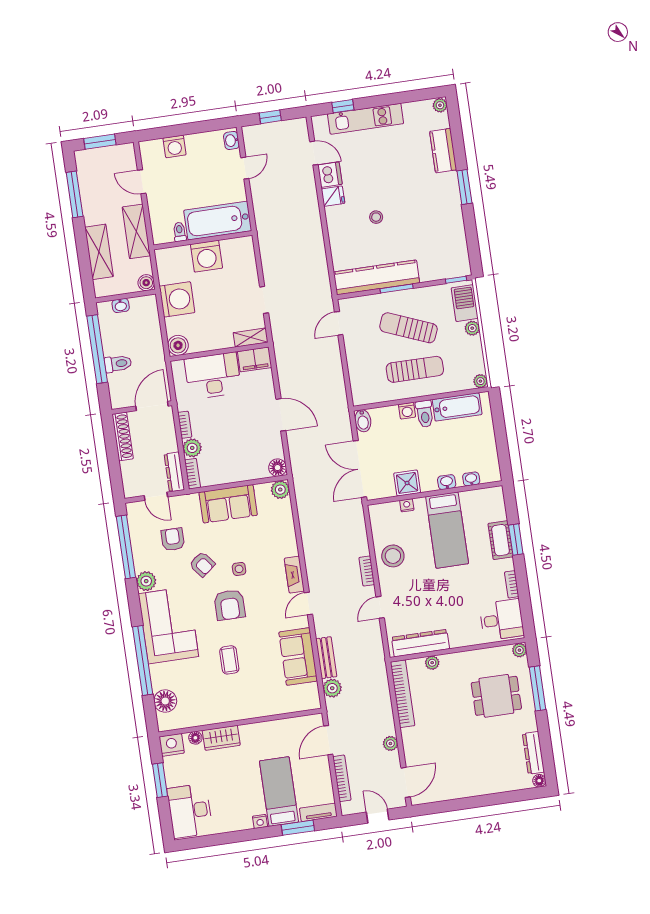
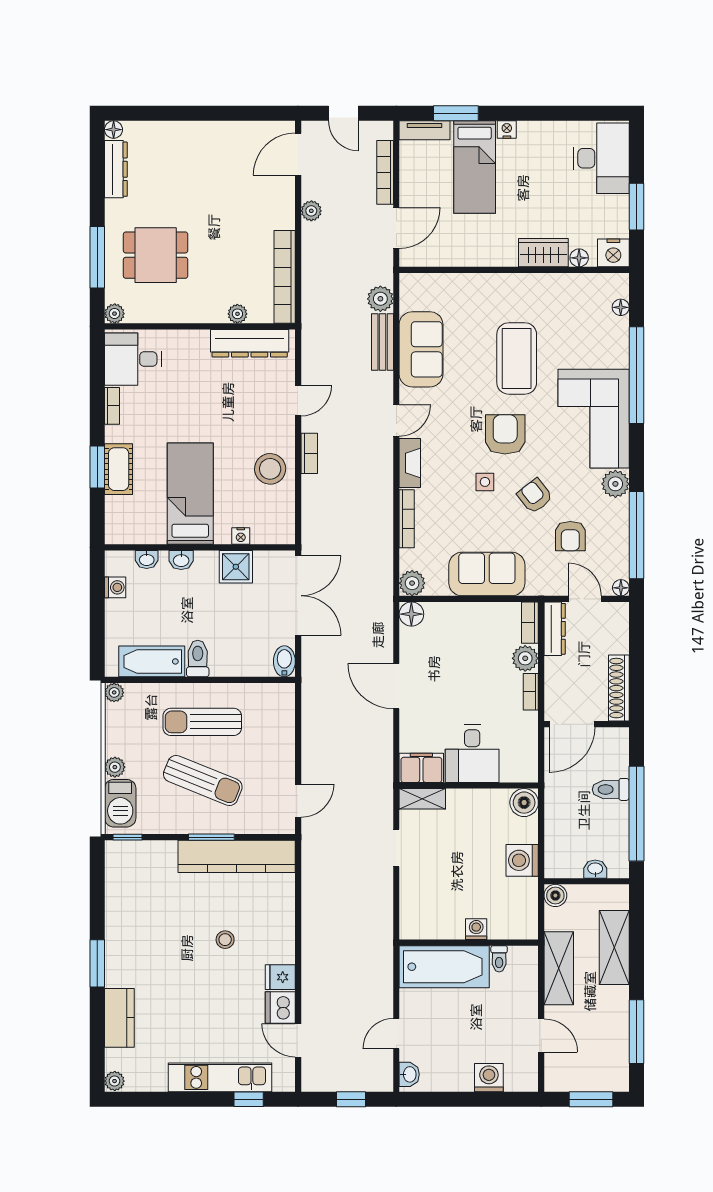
washing machine: (207, 256) -> (476, 929), width x0.53, depth x0.53
washing machine: (177, 299) -> (522, 860), width x0.73, depth x0.73
desk: (213, 376) -> (472, 754), width x0.73
washing machine: (407, 411) -> (115, 587), moved, turned 90
floor lamp: (132, 508) -> (621, 588), added
bookcase: (291, 535) -> (407, 519), added
coffee table: (229, 660) -> (517, 358), width x1.86, depth x1.72
floor lamp: (165, 701) -> (621, 307), width x0.53, depth x0.53

